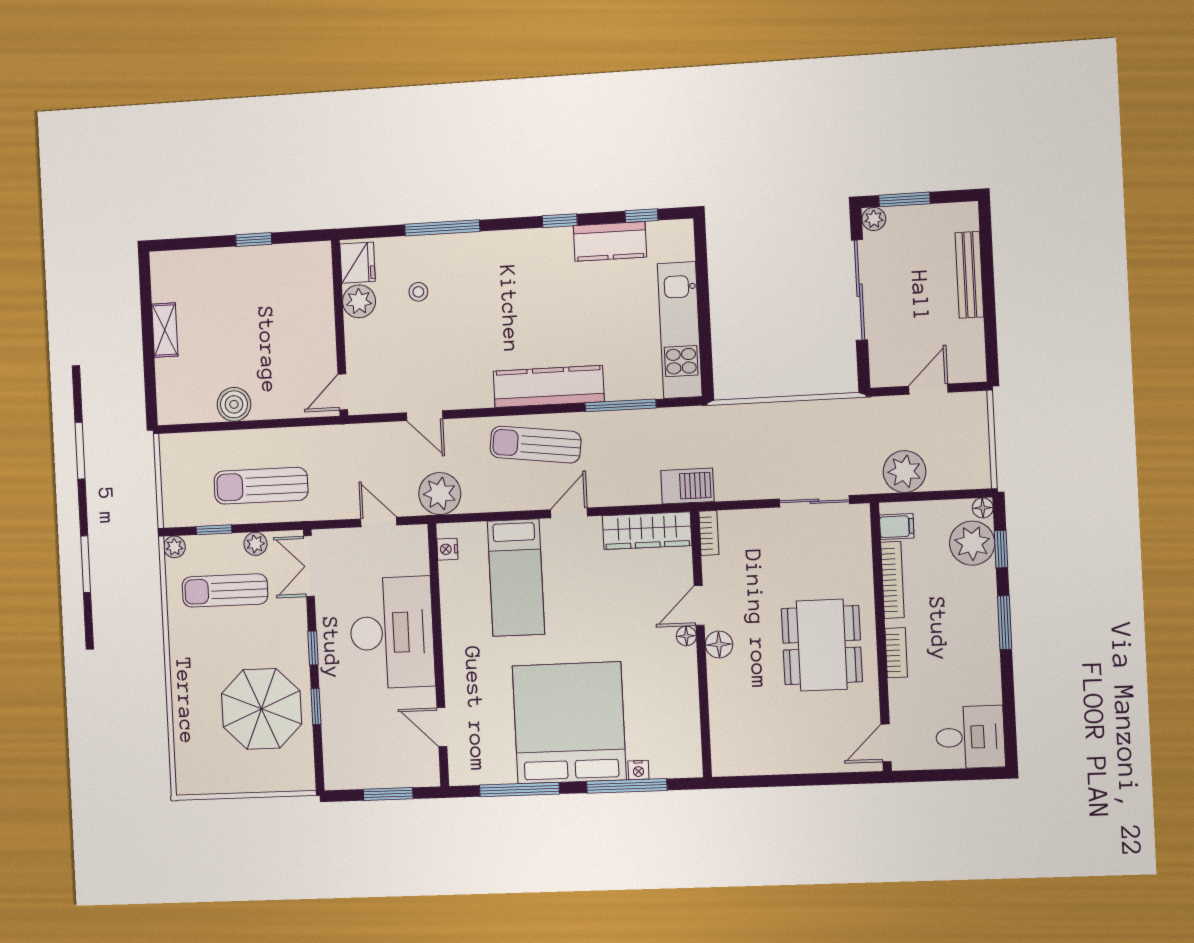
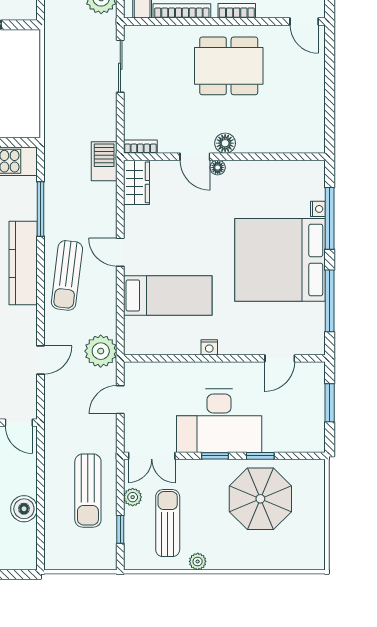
wardrobe: (647, 531) -> (136, 182), width x0.67
plant: (174, 547) -> (198, 561), moved
nightstand: (447, 549) -> (209, 347), moved
sun lounger: (225, 591) -> (168, 523), turned 180
desk: (392, 633) -> (219, 421), moved, turned 180

